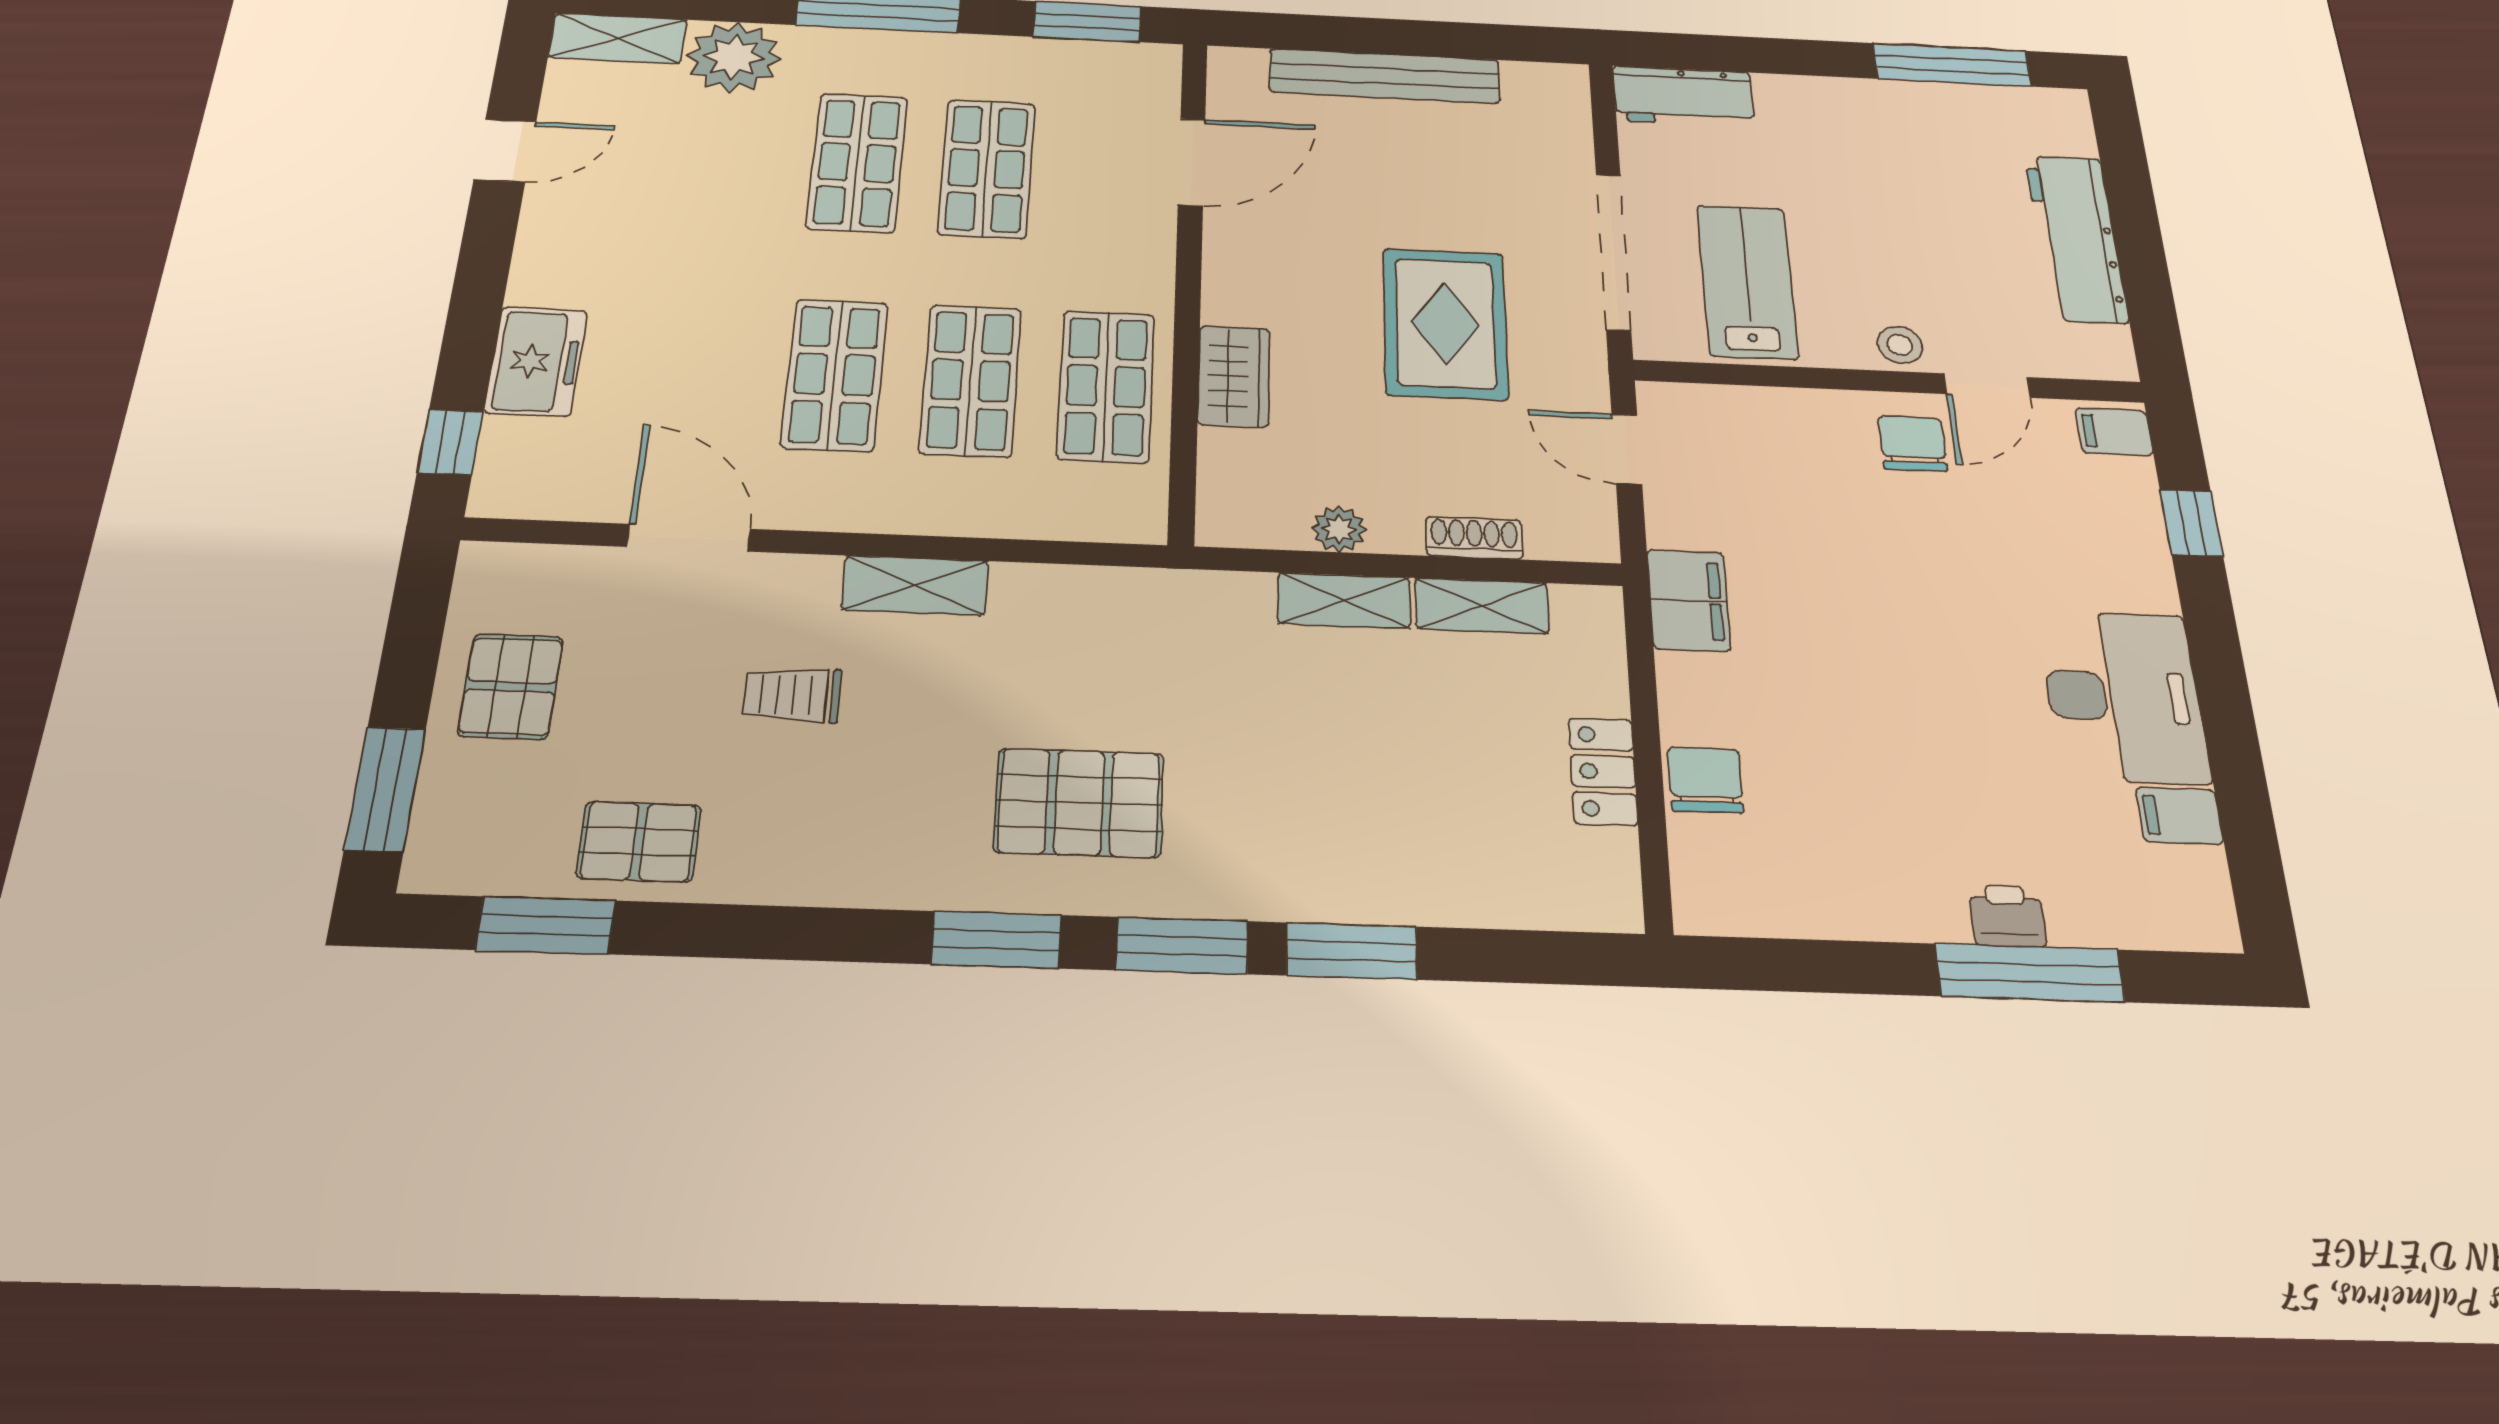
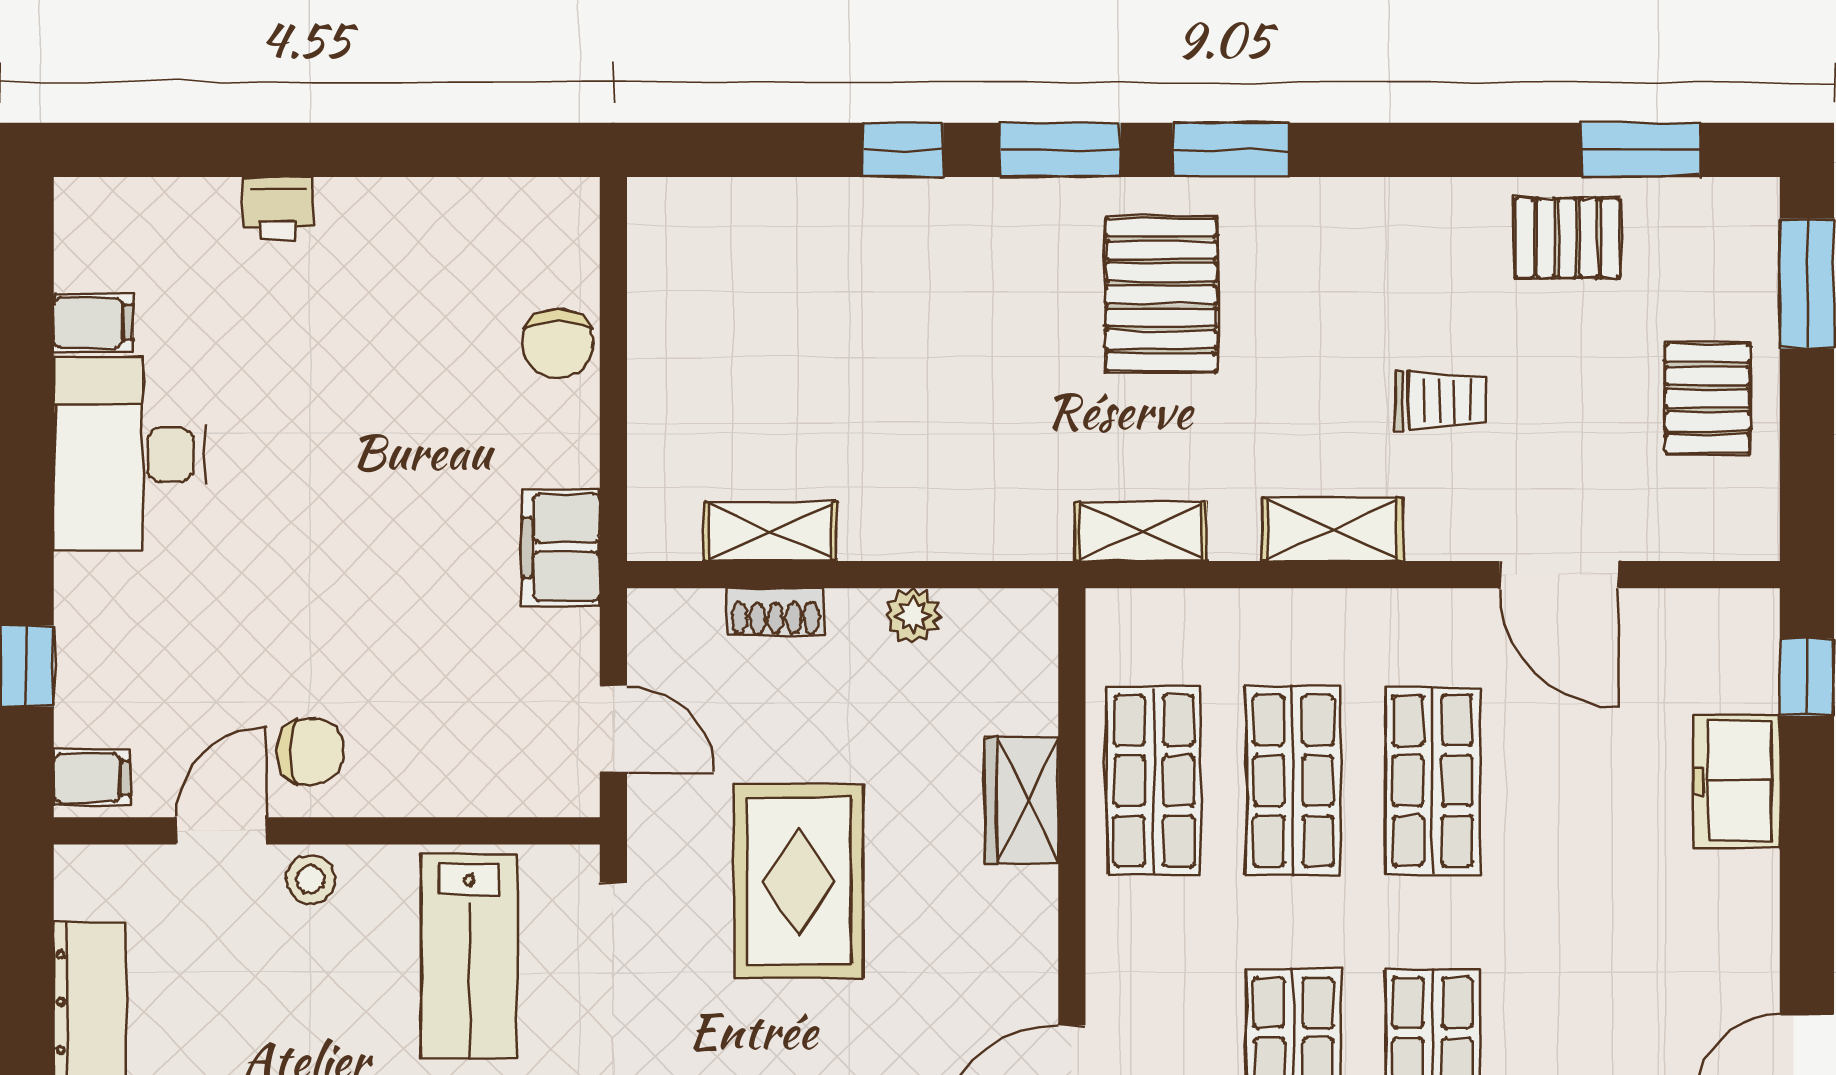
chair: (1913, 444) -> (310, 751), turned -90
shelving: (1344, 600) -> (1141, 531), moved
locker: (1603, 771) -> (658, 349), removed
pallet: (1079, 803) -> (1161, 295), turned 90
window: (1352, 951) -> (903, 150), width x0.67
window: (2030, 973) -> (264, 150), removed

